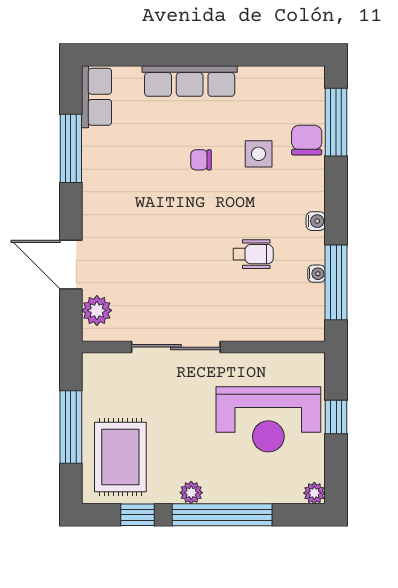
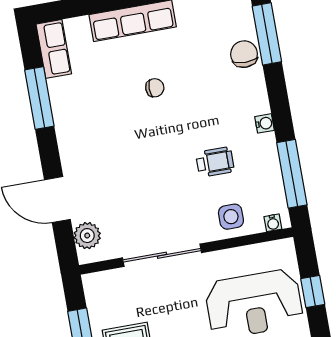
side table: (259, 154) -> (231, 217), moved
chair: (201, 160) -> (155, 88), turned 180
water cooler: (317, 274) -> (273, 223), moved, turned 90

